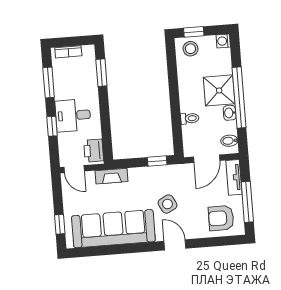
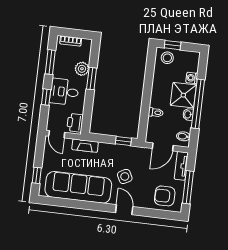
washing machine: (223, 41) -> (192, 78), moved
window: (101, 73) -> (92, 79), moved
plant: (89, 83) -> (82, 69), added

